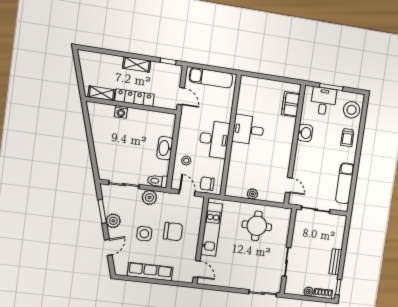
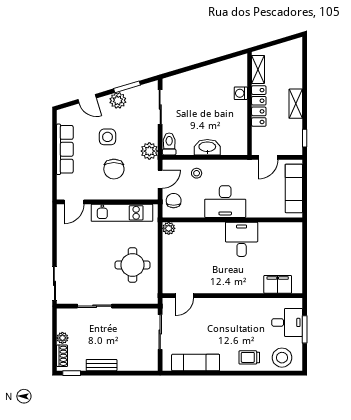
washbasin: (305, 133) -> (247, 306), removed
plant: (252, 194) -> (169, 228), moved
plant: (149, 197) -> (149, 151), moved

